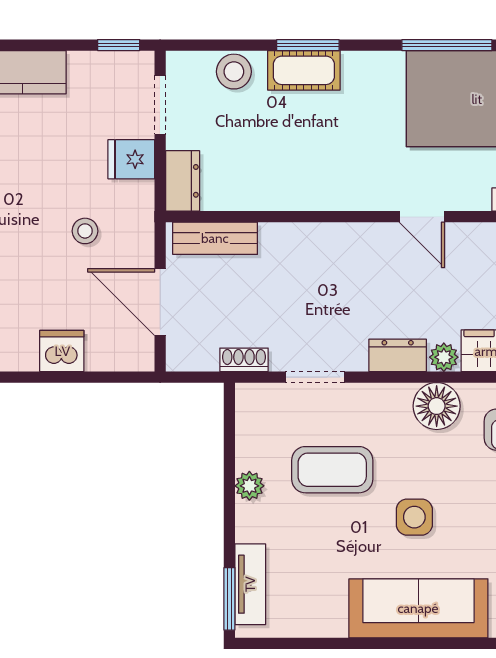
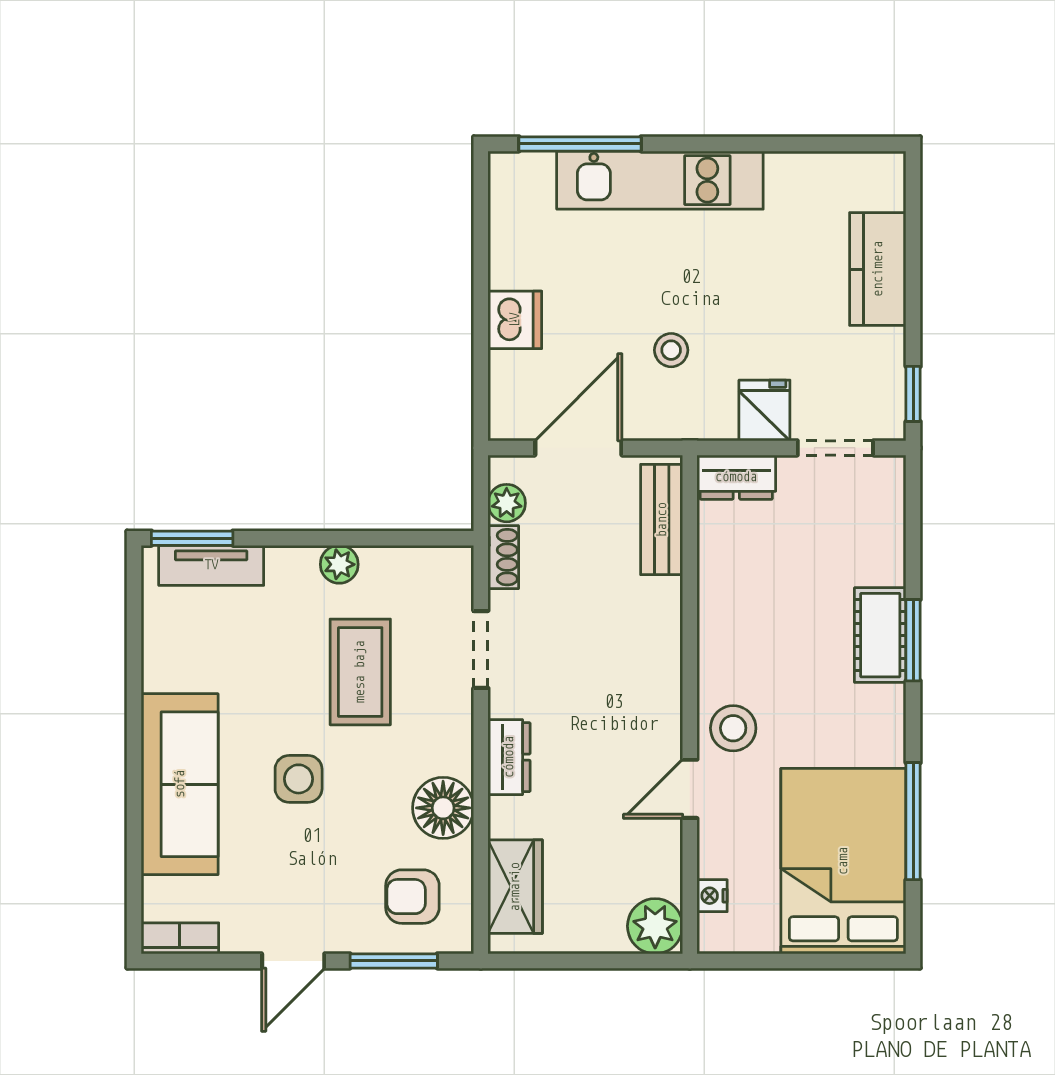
stool: (234, 72) -> (733, 728), moved
plant: (444, 357) -> (507, 503), moved

